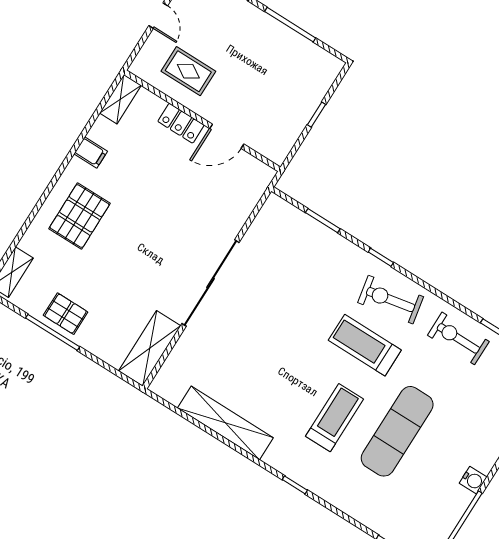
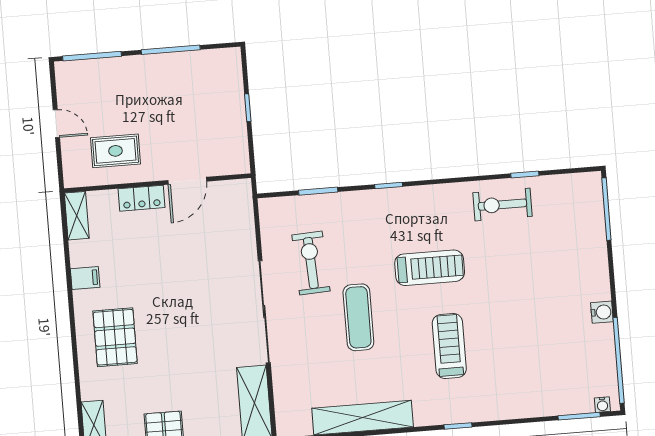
exercise bike: (391, 300) -> (311, 263), moved, turned 98
treadmill: (365, 345) -> (430, 268), turned 180
exercise mat: (397, 431) -> (358, 317), moved, width x0.73, depth x0.69

